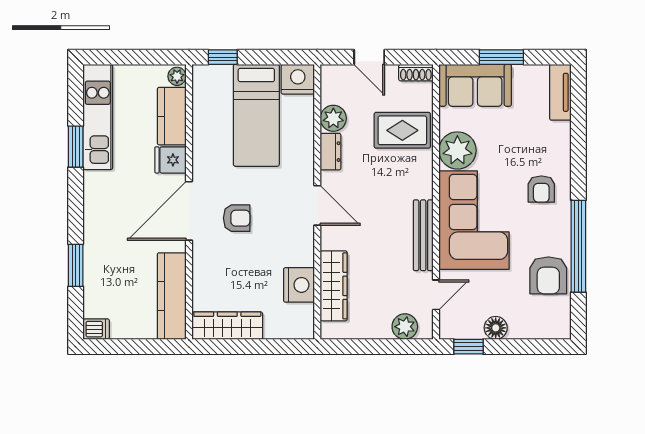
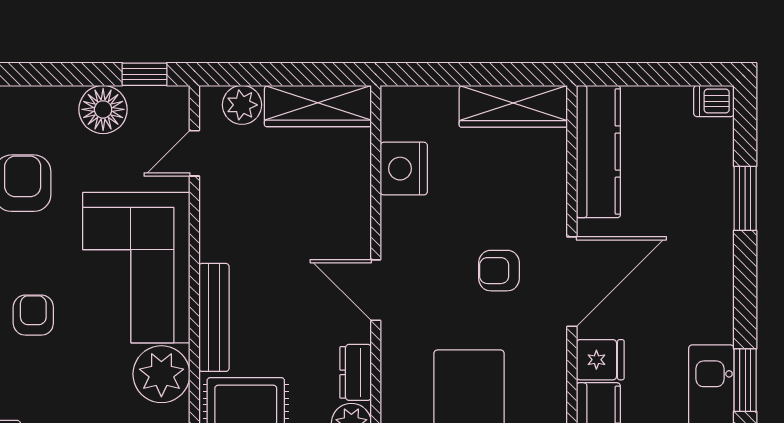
bench: (423, 235) -> (214, 317), moved
wardrobe: (334, 286) -> (318, 106), moved, turned -90
floor lamp: (496, 328) -> (103, 109), width x1.38, depth x1.38

